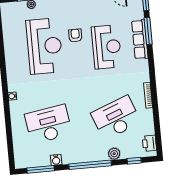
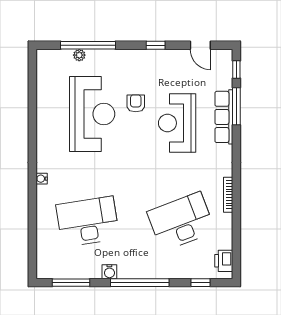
reception desk: (106, 47) -> (177, 123), turned 180
plant: (114, 154) -> (174, 271), removed
water cooler: (56, 160) -> (109, 272), moved

